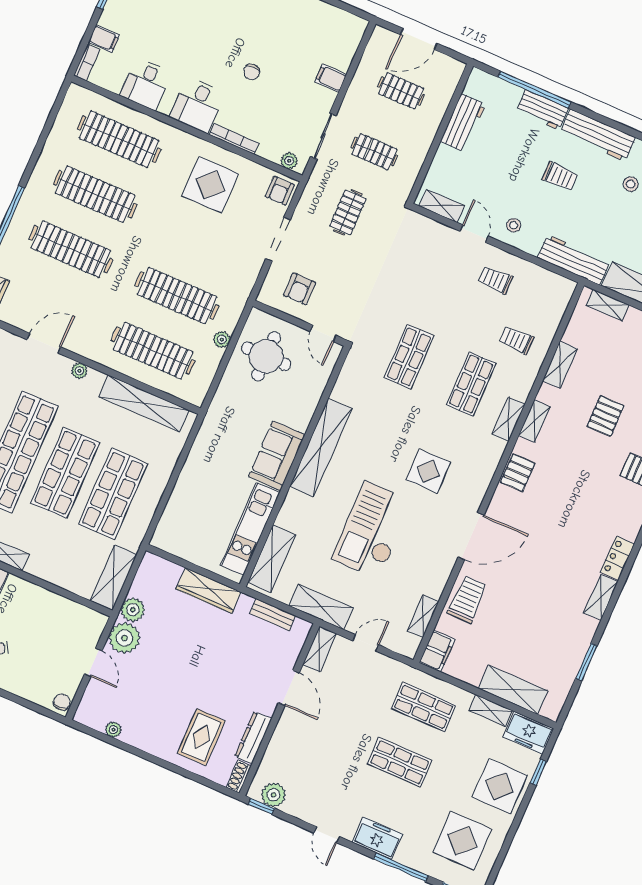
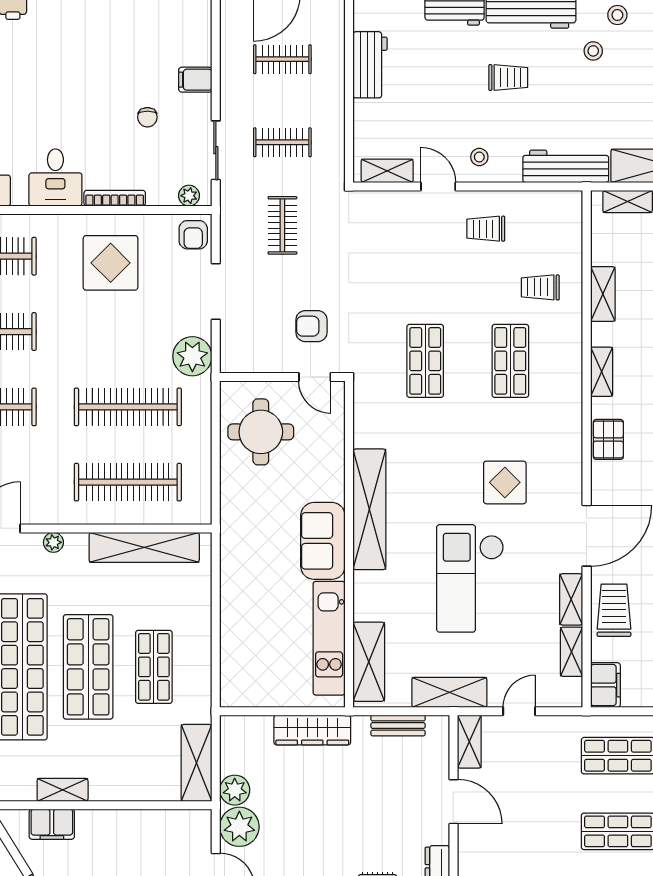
chair: (252, 72) -> (147, 117), moved
armchair: (299, 289) -> (311, 326), moved, turned 90
plant: (222, 340) -> (192, 356), moved, width x1.88, depth x1.88
shelving: (509, 419) -> (571, 599), moved
shop shelf: (113, 494) -> (154, 667), width x0.70, depth x0.74

